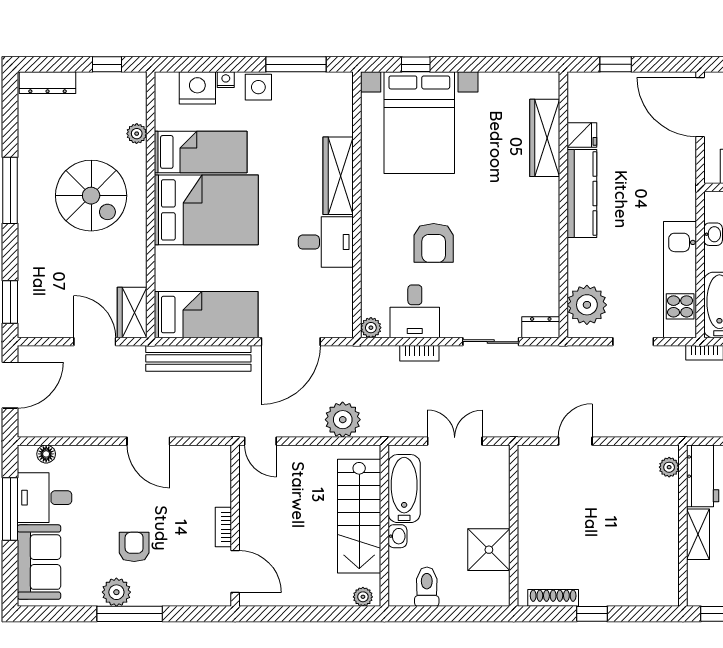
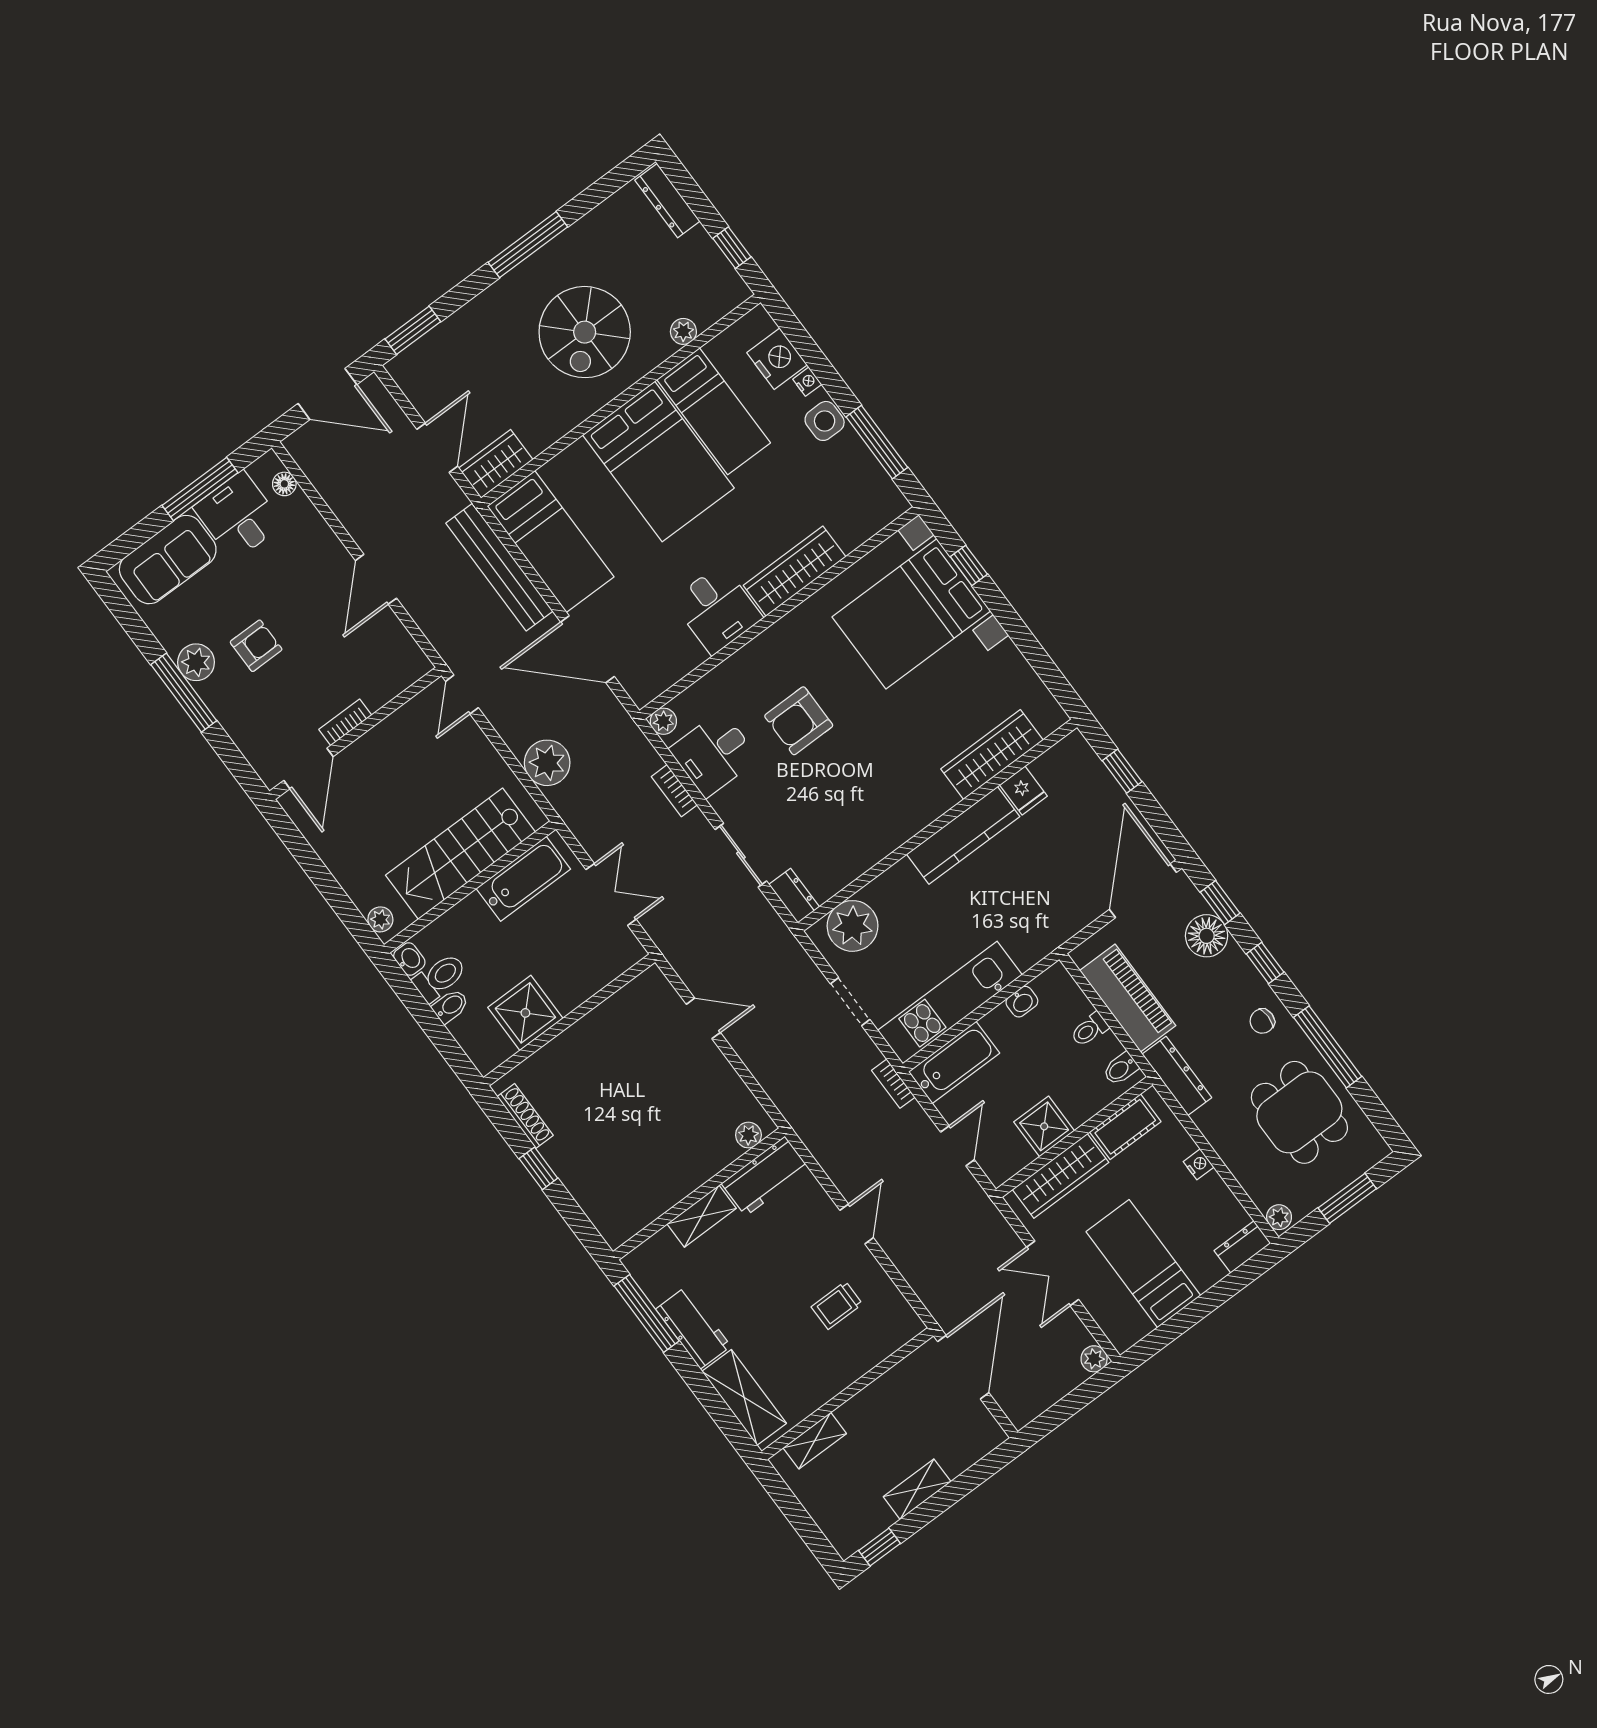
washbasin: (397, 536) -> (409, 959), moved, turned -90
bidet: (450, 593) -> (450, 1006), added

